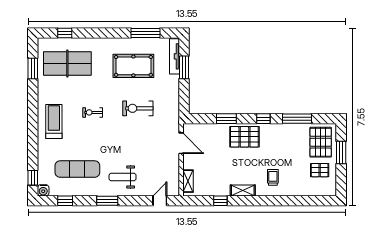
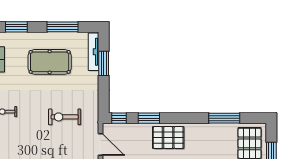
window: (102, 33) -> (16, 27), added
exercise bike: (138, 108) -> (65, 117), moved
window: (263, 119) -> (119, 118), moved

